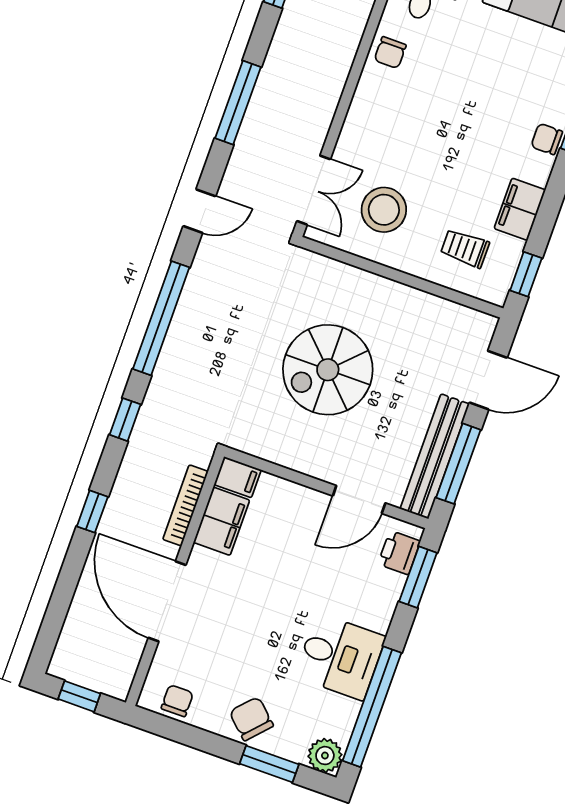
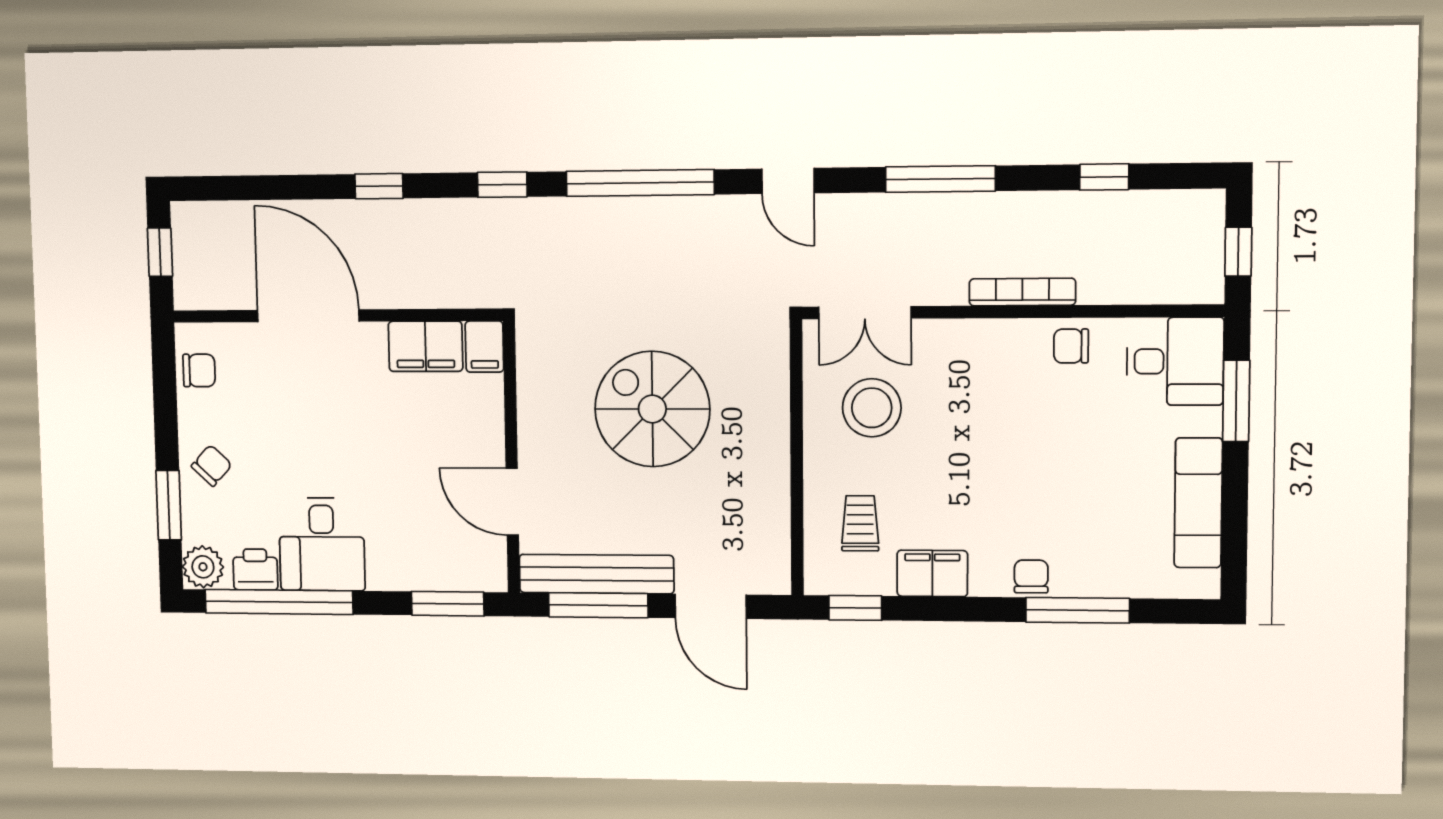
bookcase: (185, 505) -> (1022, 292), moved
printer: (399, 553) -> (255, 570), moved
door: (167, 601) -> (308, 316), hinge flipped
chair: (251, 719) -> (212, 465), width x0.73, depth x0.73

